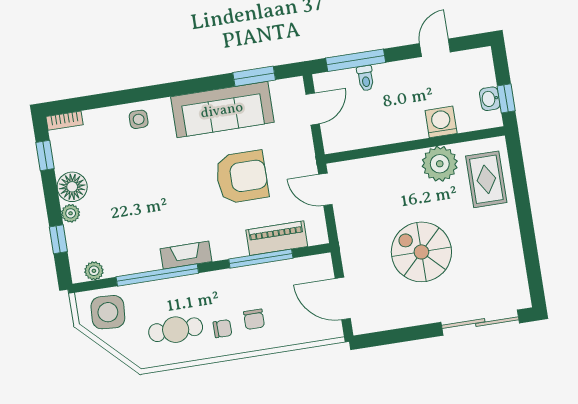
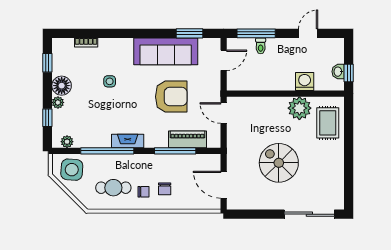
side table: (139, 119) -> (110, 81), moved
bookcase: (65, 121) -> (86, 42), moved

